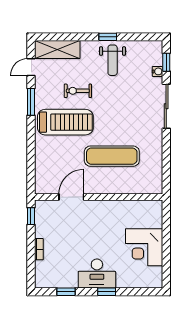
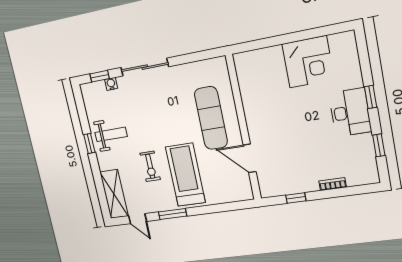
door: (71, 197) -> (250, 158), moved
wall: (99, 197) -> (243, 128), moved

